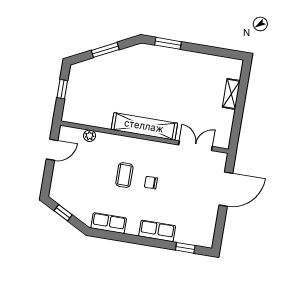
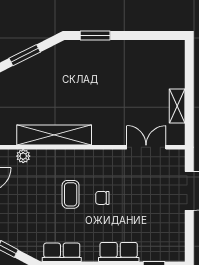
shelving: (231, 94) -> (177, 106), moved
shelving: (144, 126) -> (54, 135), moved

